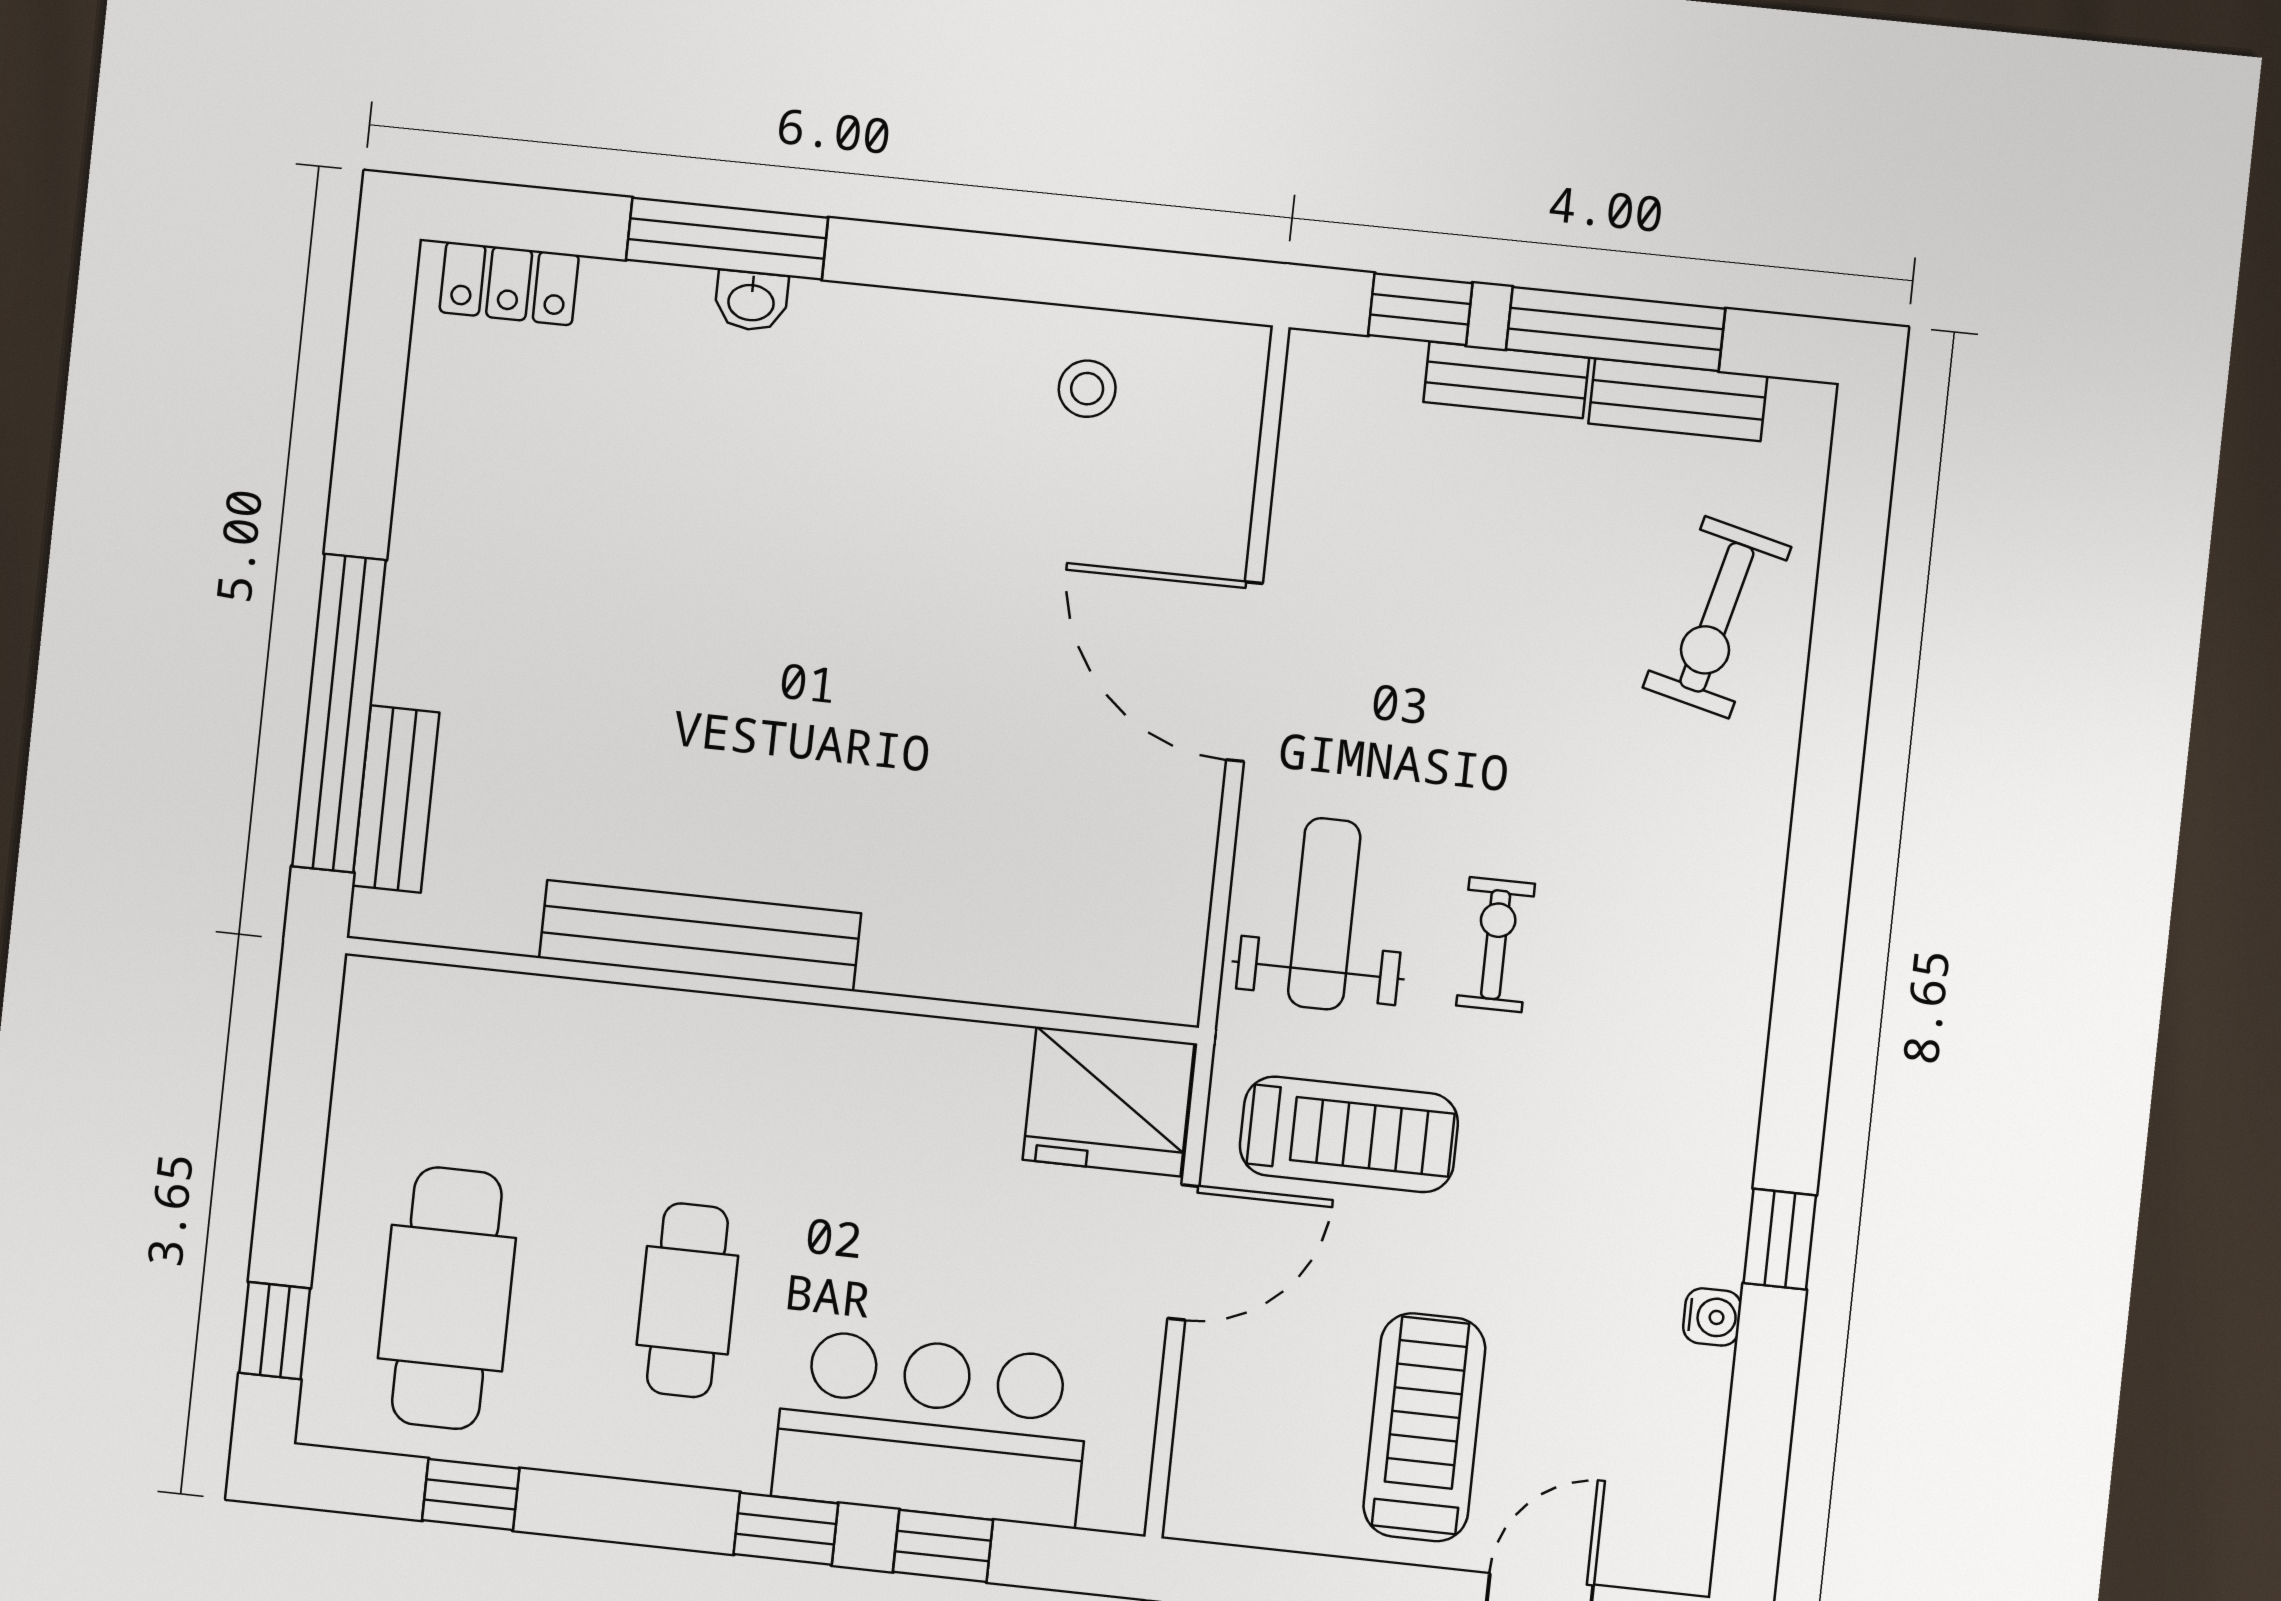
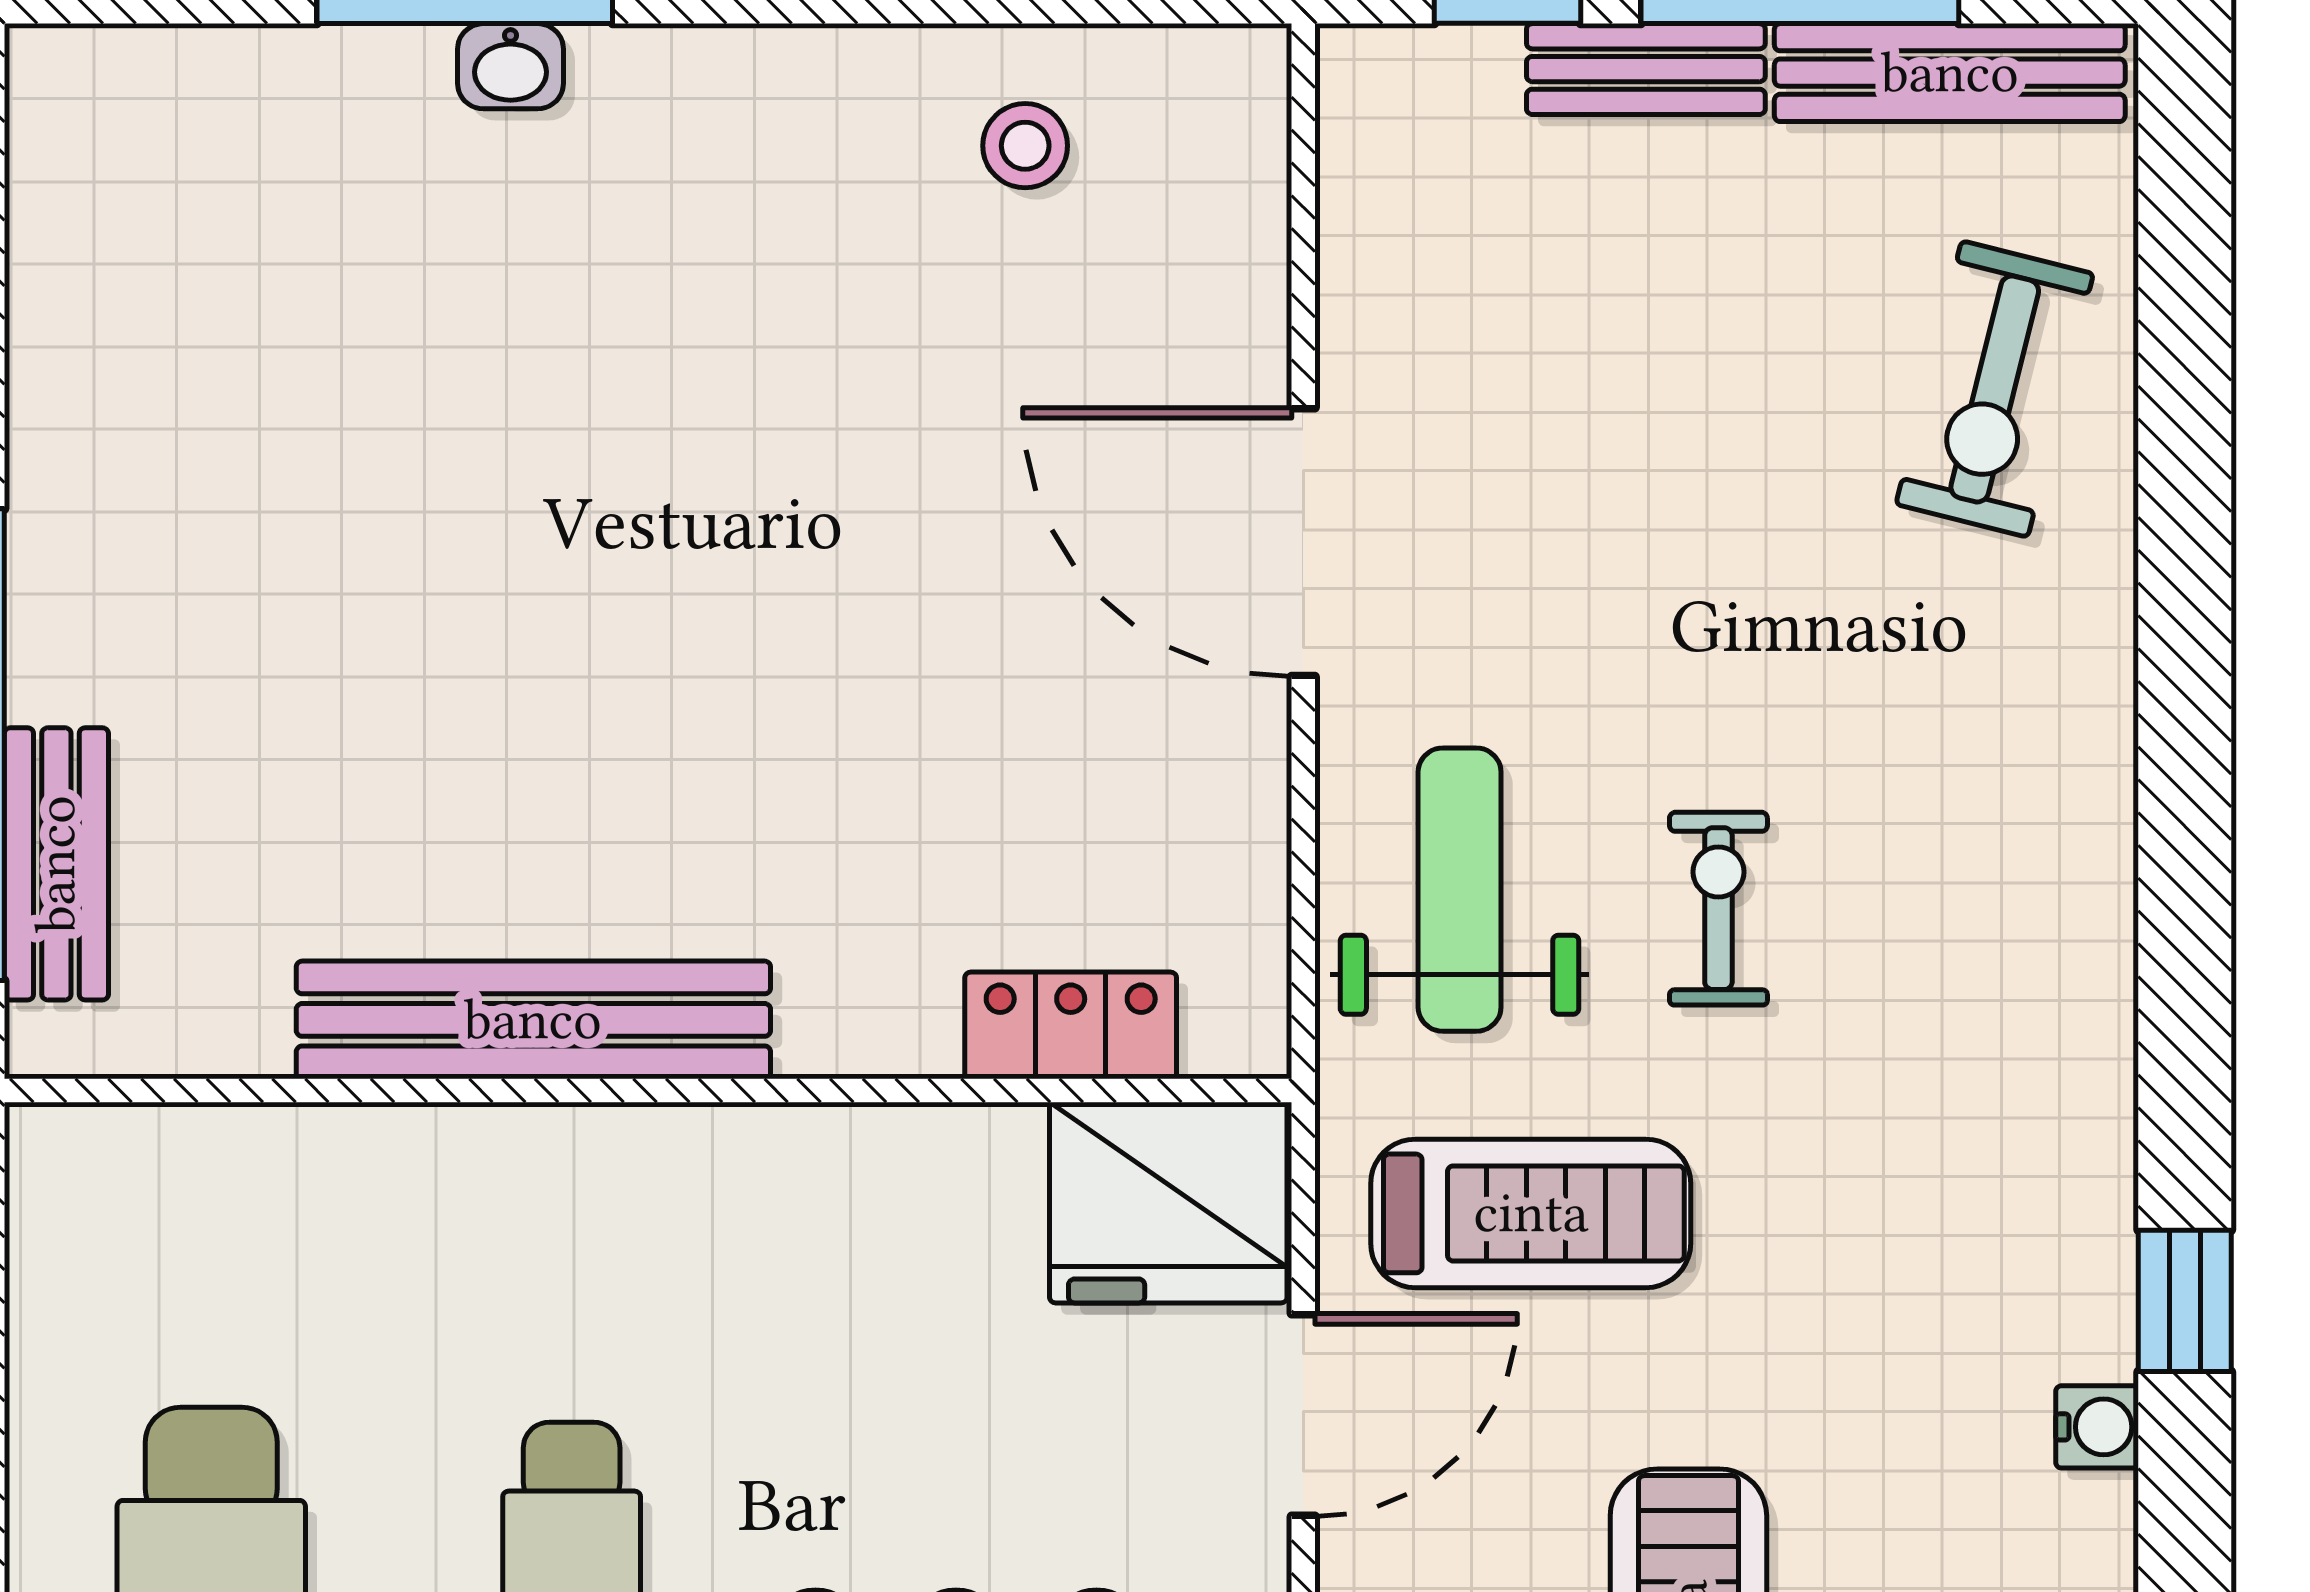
locker: (509, 283) -> (1071, 1025), moved, turned 180
bench: (1678, 400) -> (1950, 73), width x1.36

